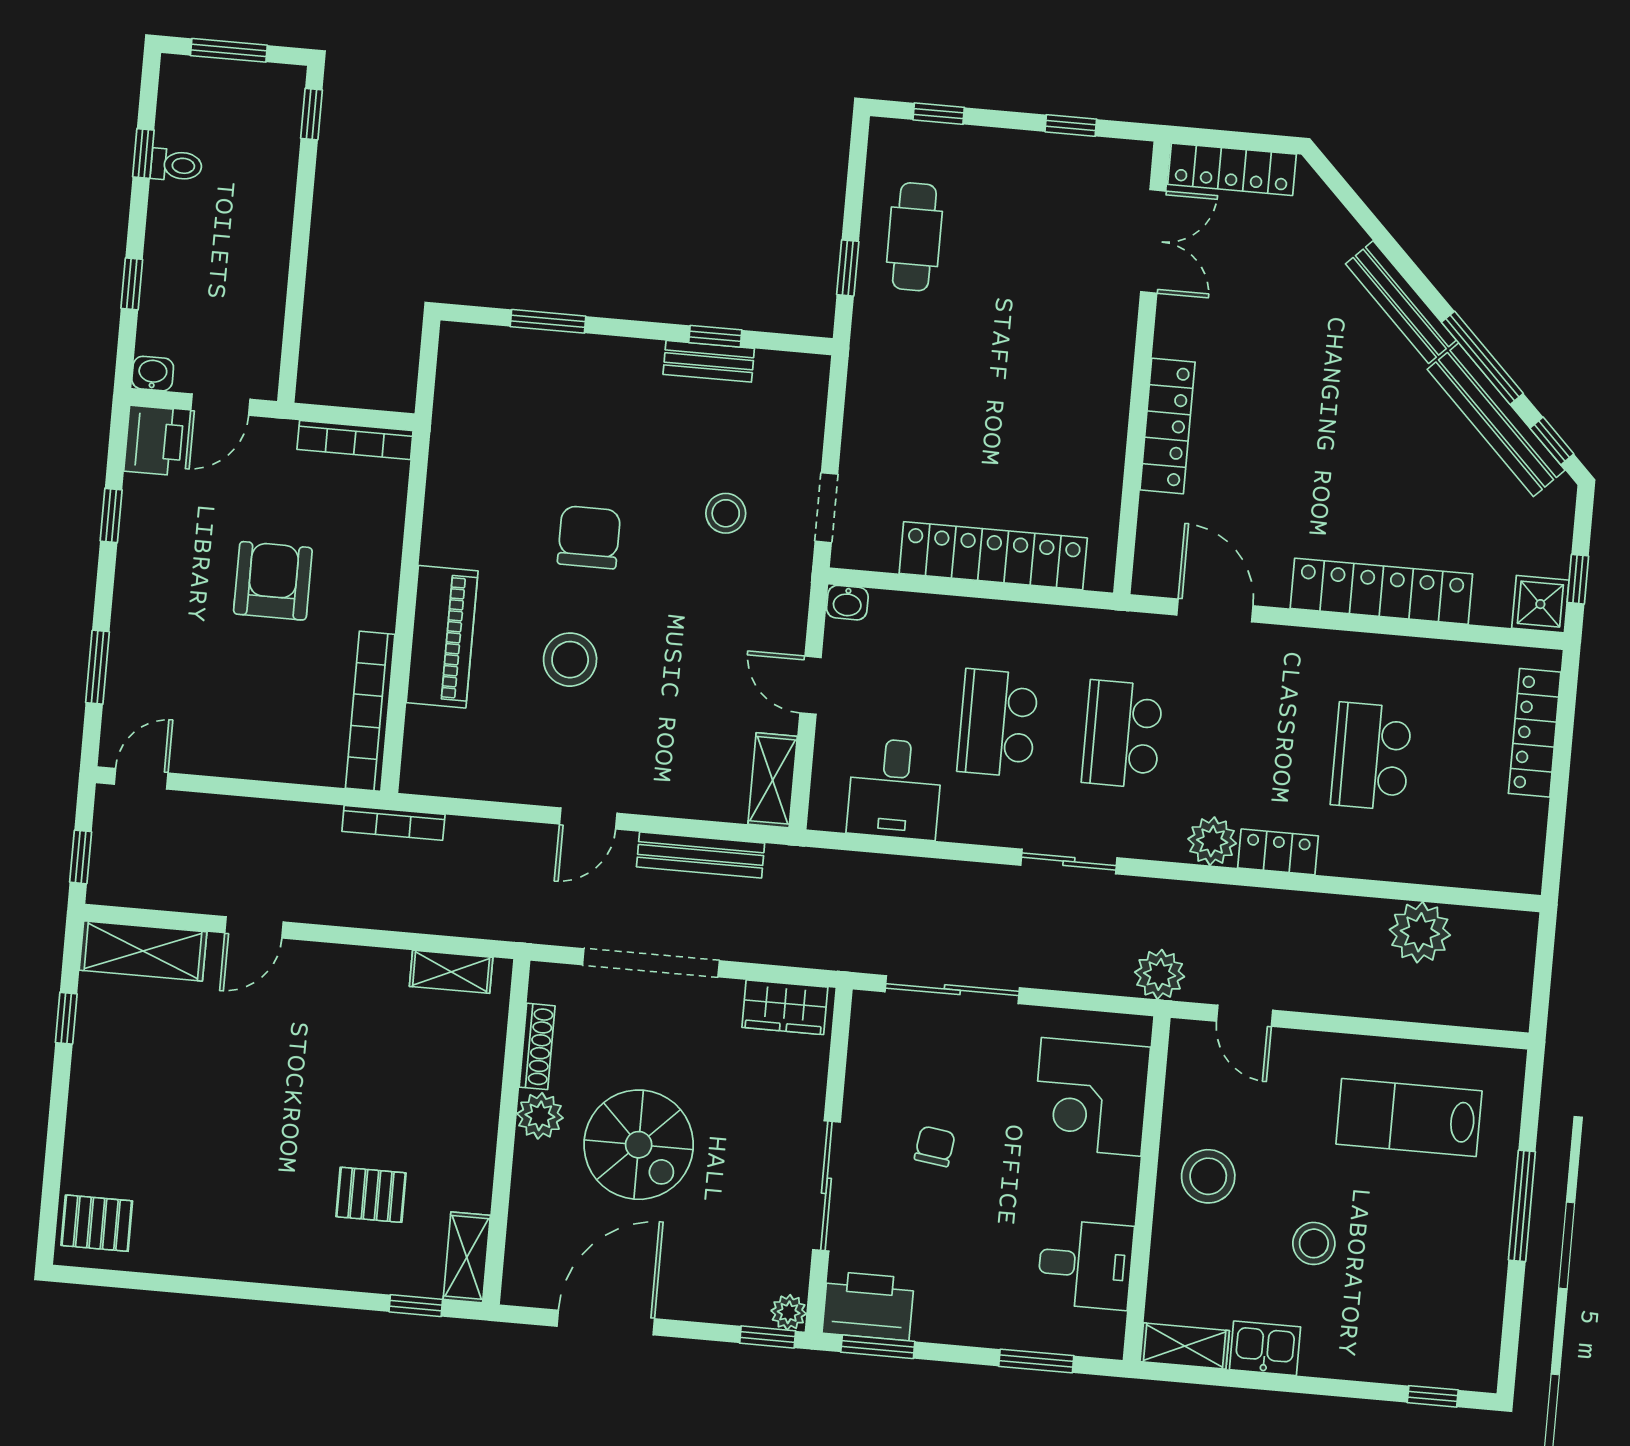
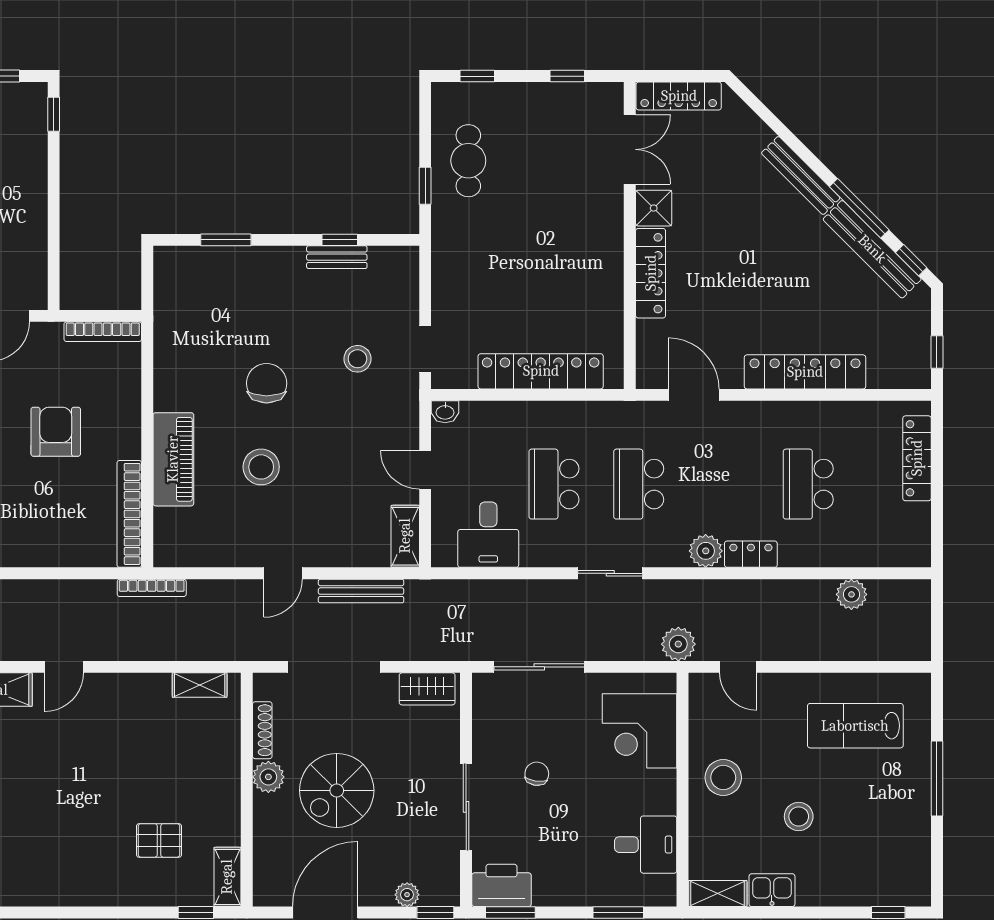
shower: (1540, 604) -> (654, 208), moved
plant: (1420, 932) -> (851, 594), width x0.73, depth x0.73
spiral stairs: (639, 1145) -> (337, 790), turned 90
plant: (789, 1312) -> (407, 895), moved

